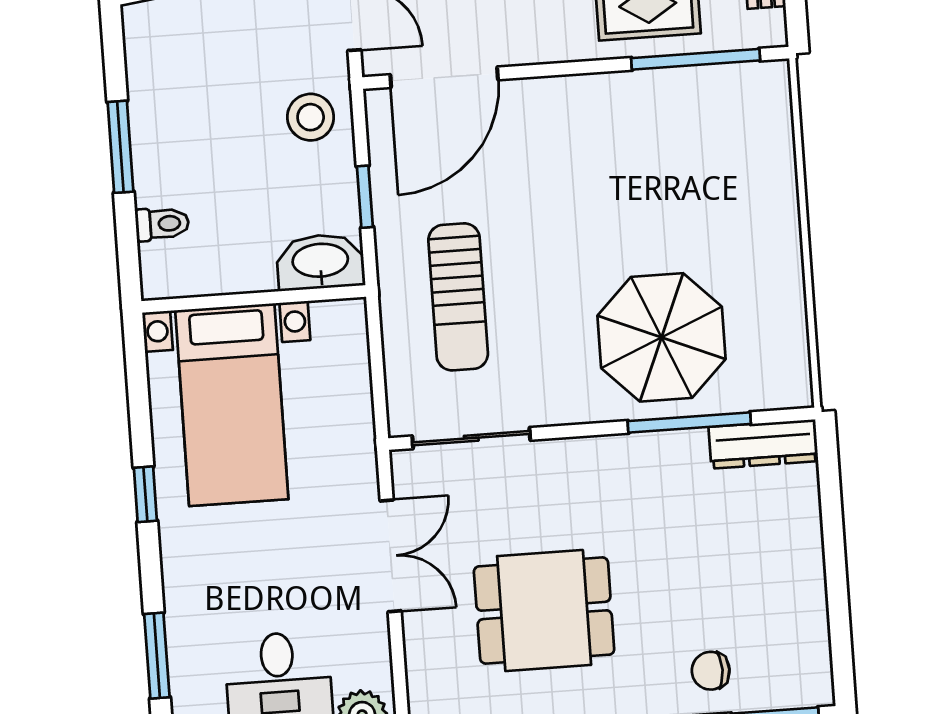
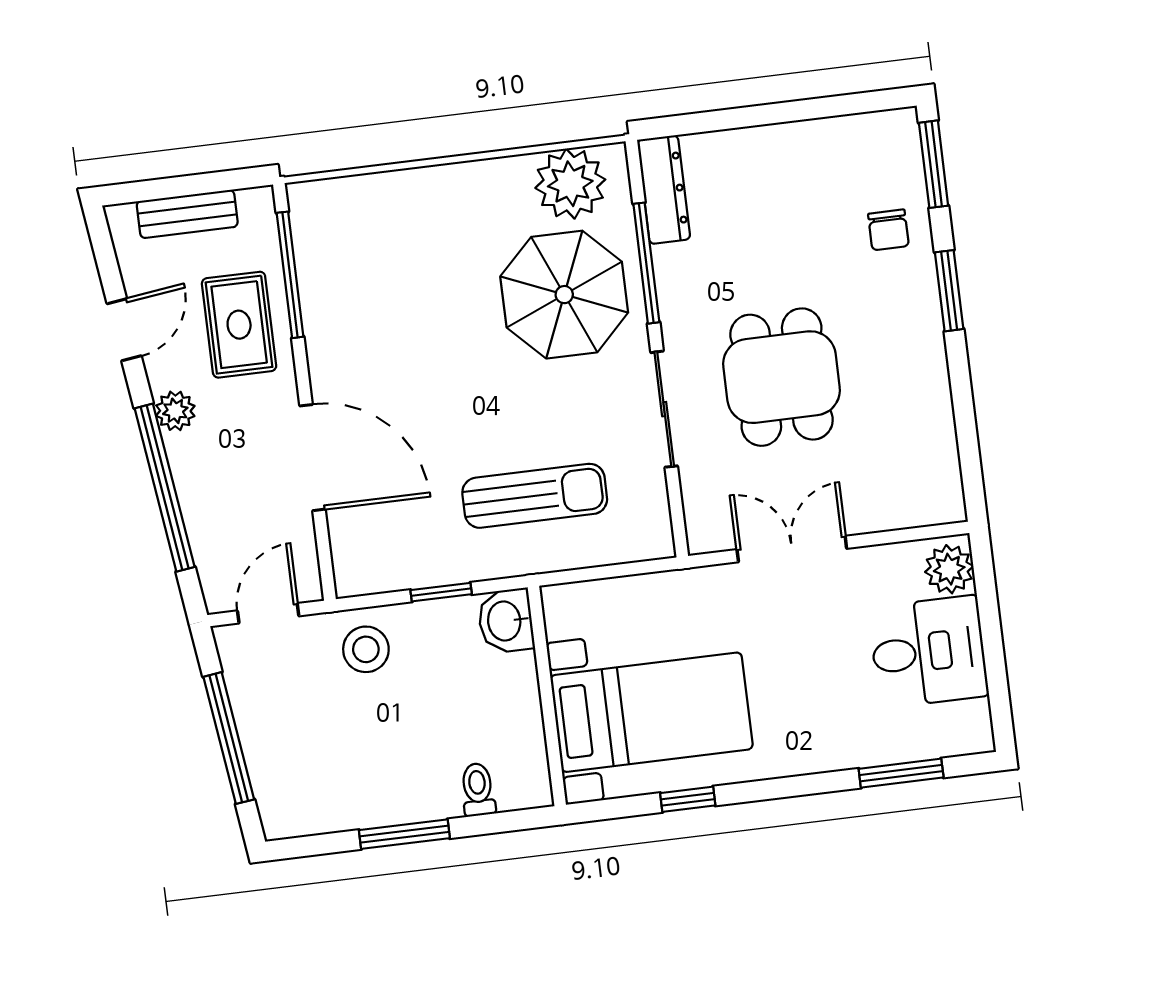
door: (444, 77) -> (312, 458), moved
washbasin: (320, 262) -> (506, 621), width x0.72
plant: (774, 349) -> (570, 184), added
sliding door: (471, 438) -> (664, 409), moved
window: (145, 494) -> (688, 799), moved
dining table: (544, 611) -> (782, 377), moved

